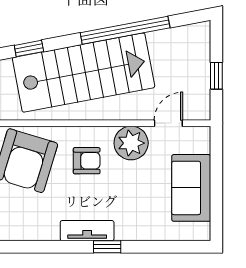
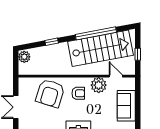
stairs: (84, 73) -> (100, 48), moved
door: (168, 123) -> (116, 76), hinge flipped

